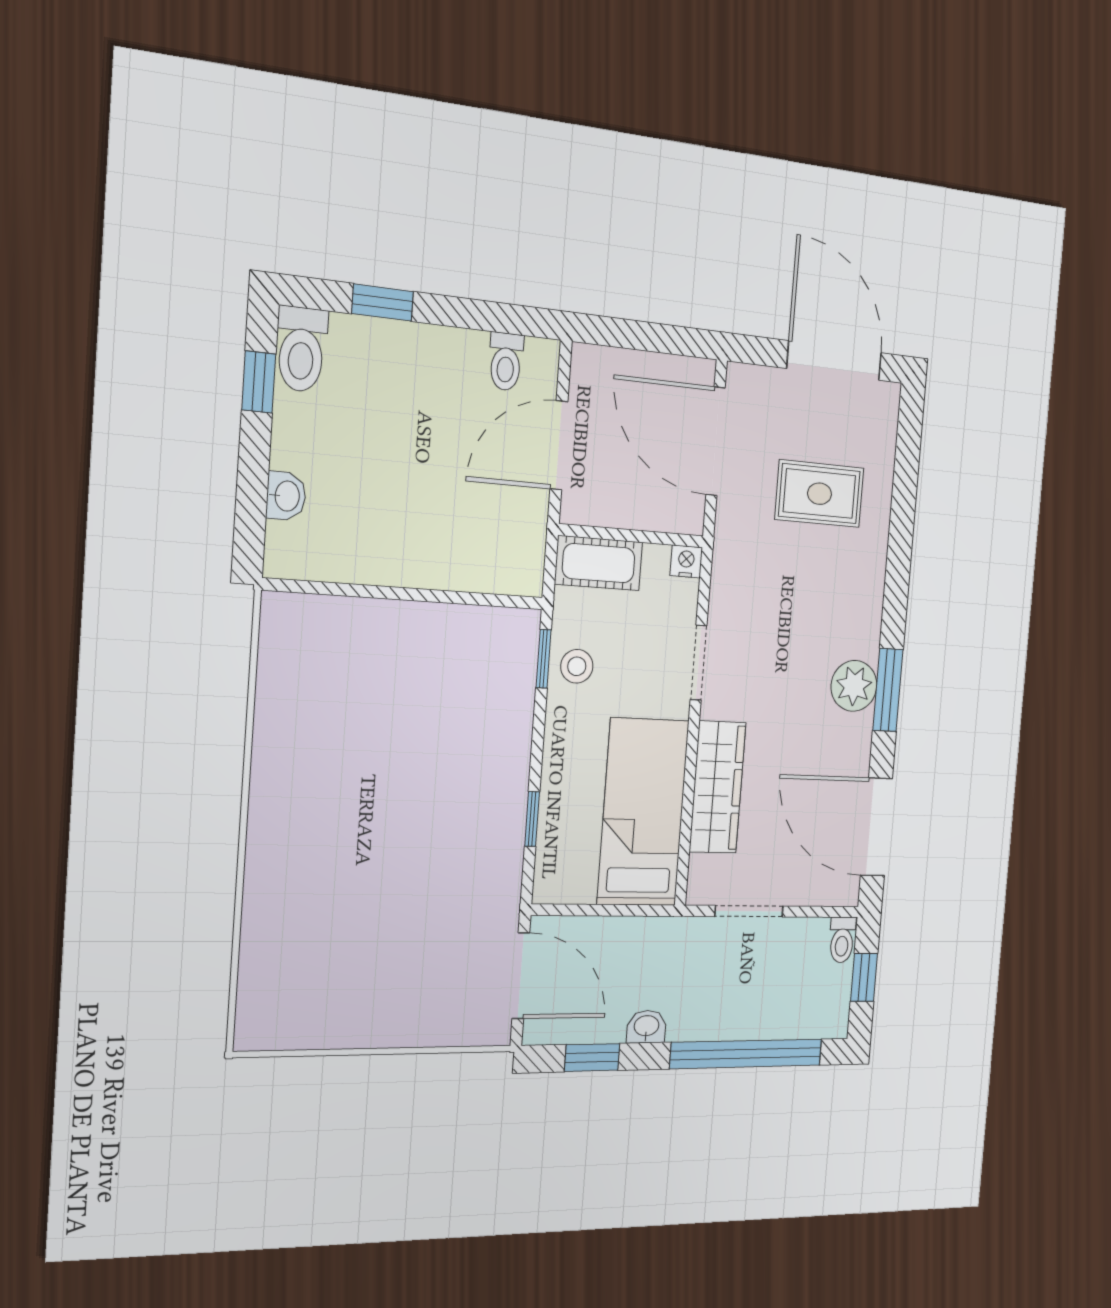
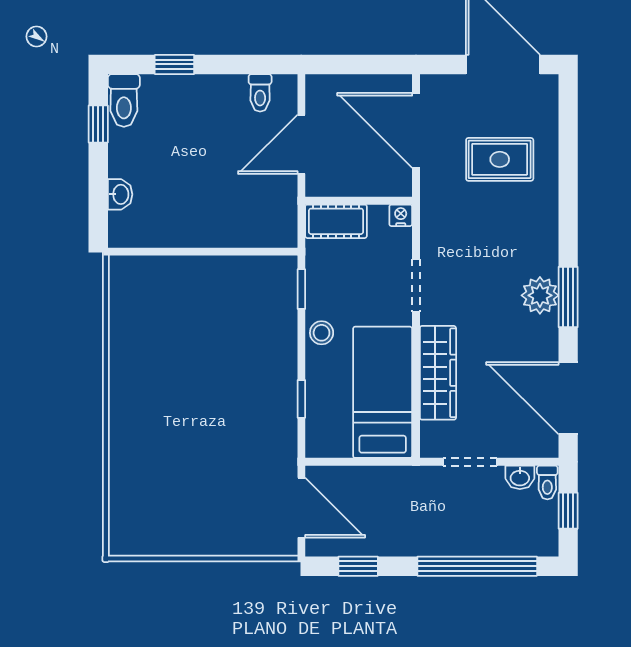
stool: (577, 666) -> (322, 333), moved
washbasin: (646, 1027) -> (520, 477), moved, turned 180

